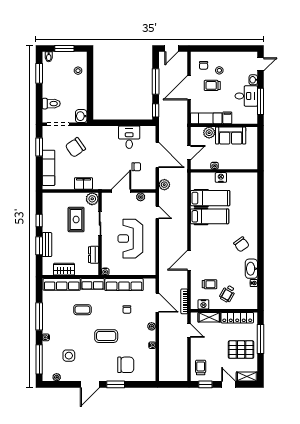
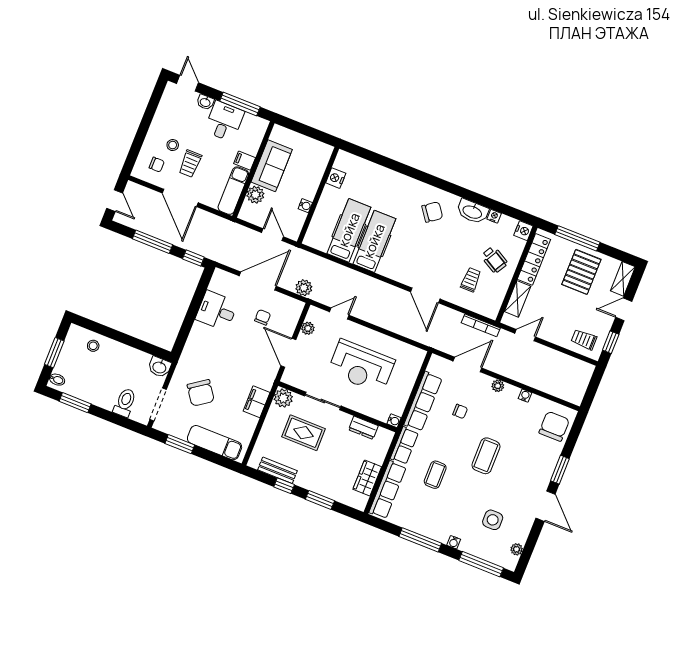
nightstand: (221, 177) -> (336, 178), moved
bench: (47, 245) -> (277, 470), moved
nightstand: (203, 304) -> (523, 231), moved
chair: (126, 365) -> (554, 426), moved

